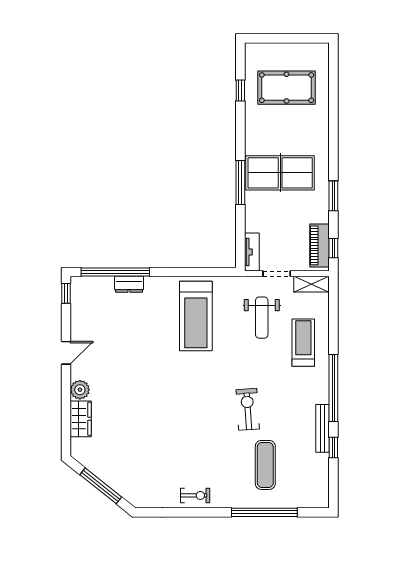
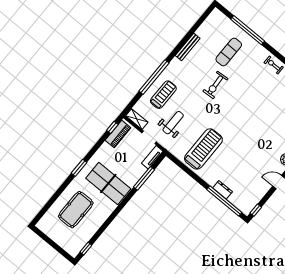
pool table: (287, 88) -> (76, 210), moved, turned 90
window: (240, 90) -> (86, 249), moved
window: (240, 182) -> (144, 178), moved
window: (333, 196) -> (79, 168), moved
treadmill: (303, 343) -> (163, 95), turned 180
window: (333, 388) -> (154, 77), moved
window: (333, 448) -> (190, 34), removed

